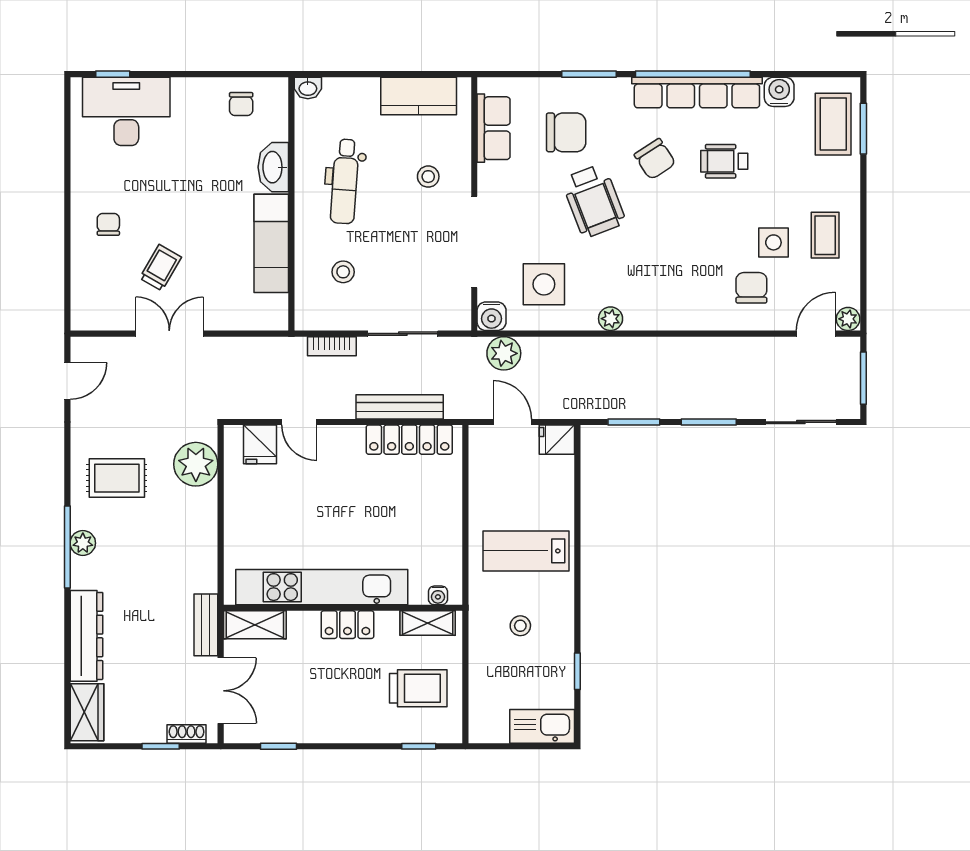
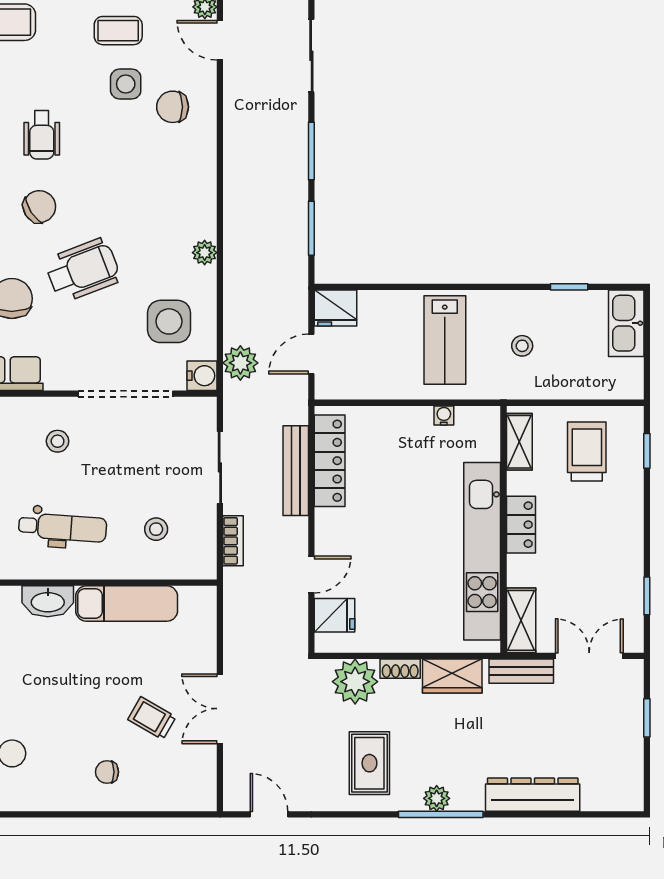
fridge: (557, 440) -> (336, 308), width x1.38
water cooler: (438, 595) -> (444, 415), moved, turned -90
wardrobe: (87, 712) -> (452, 676), moved, turned 180
shoe rack: (187, 734) -> (400, 669), moved, turned -90

